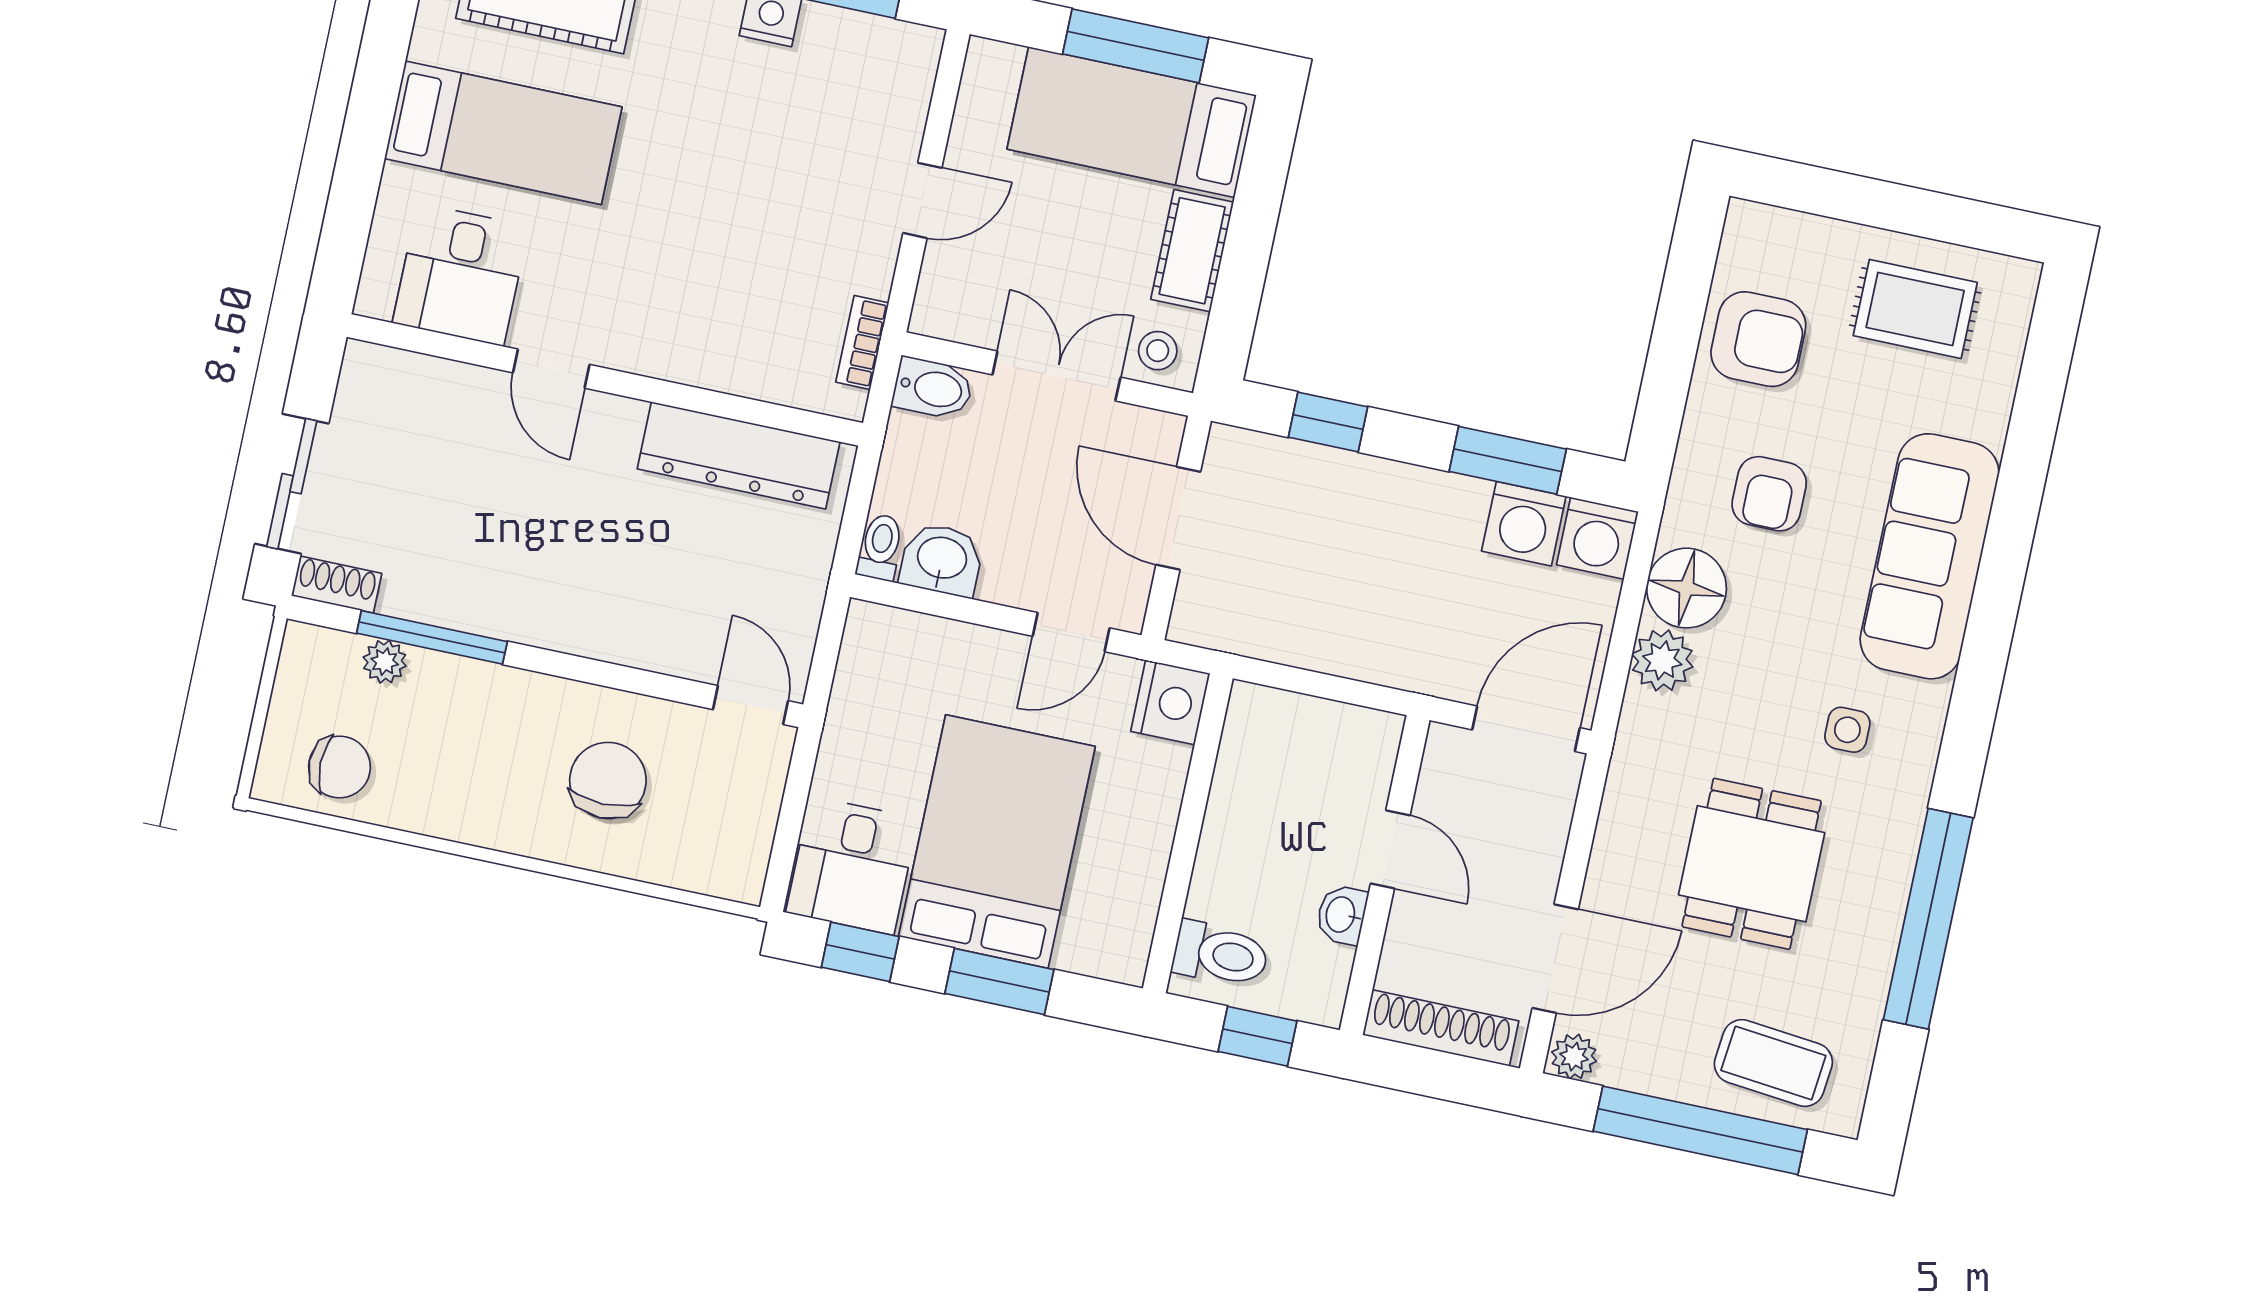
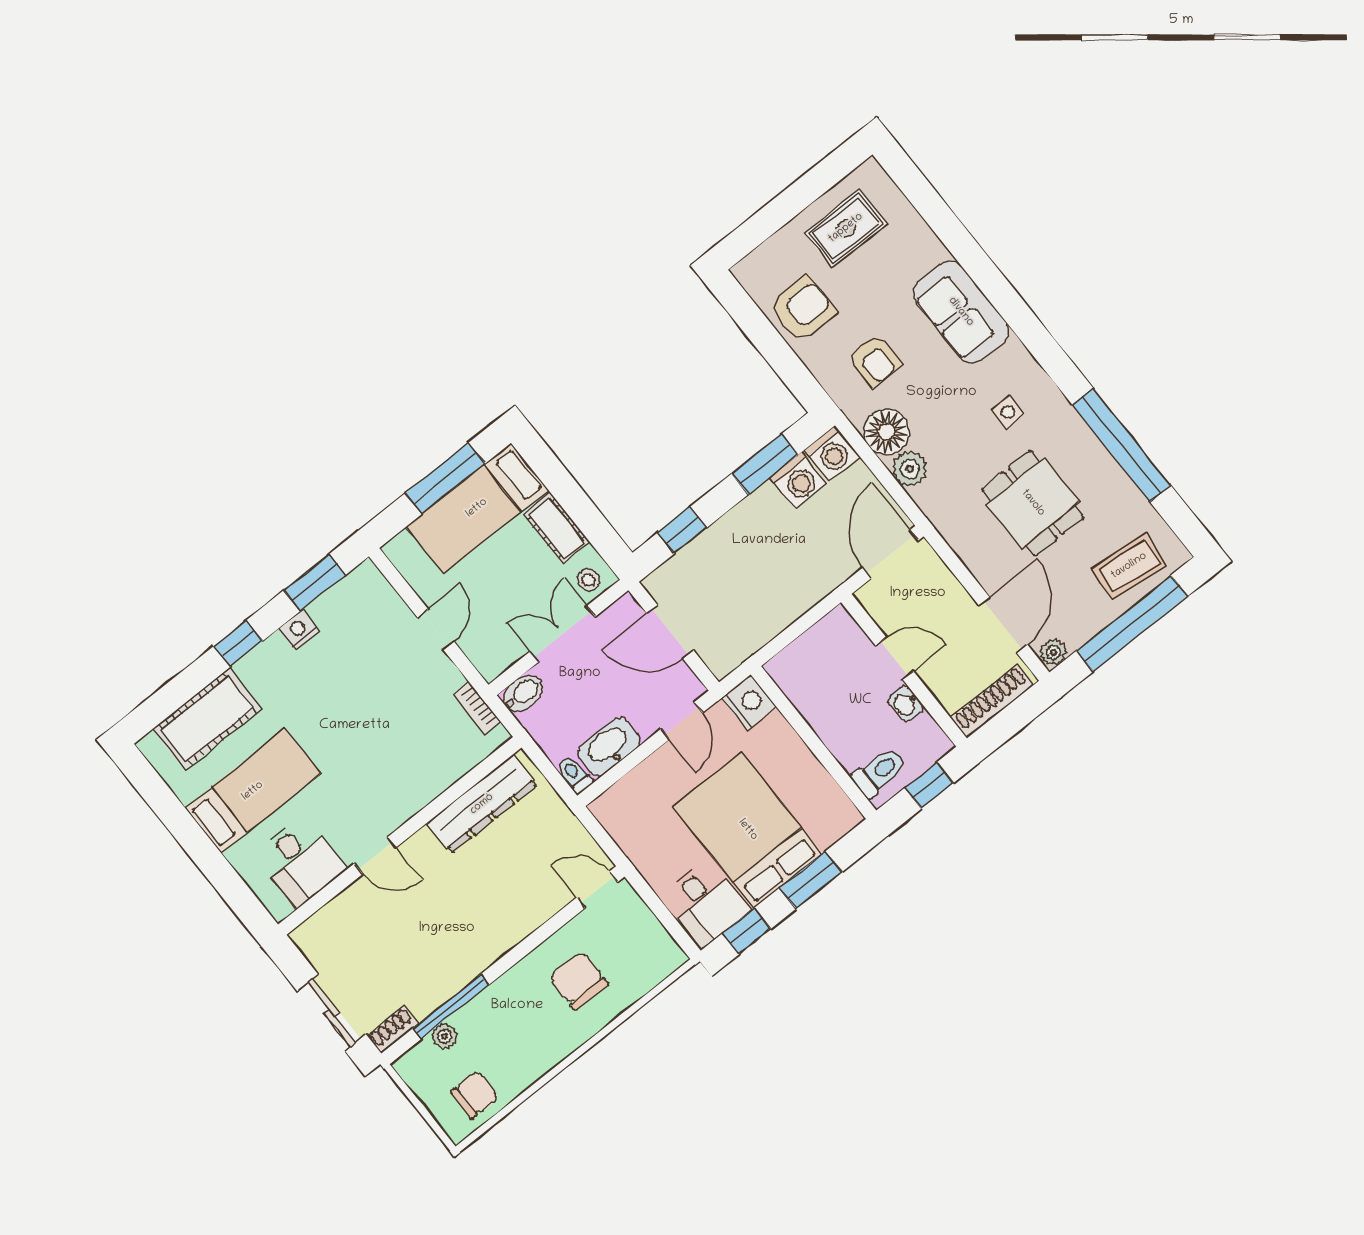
sofa: (1930, 556) -> (961, 312), width x0.73
washbasin: (942, 560) -> (609, 747), width x1.38

